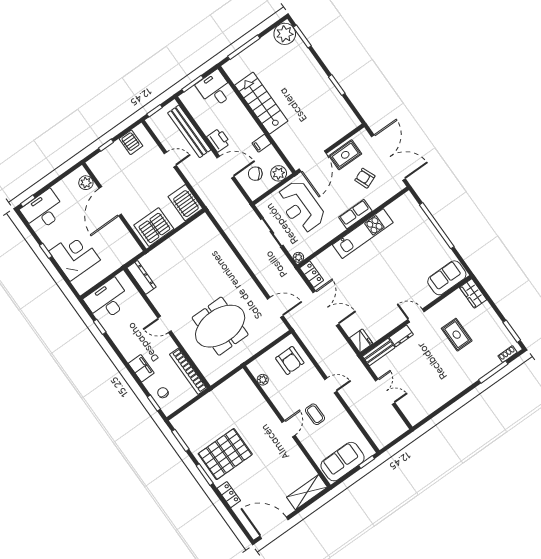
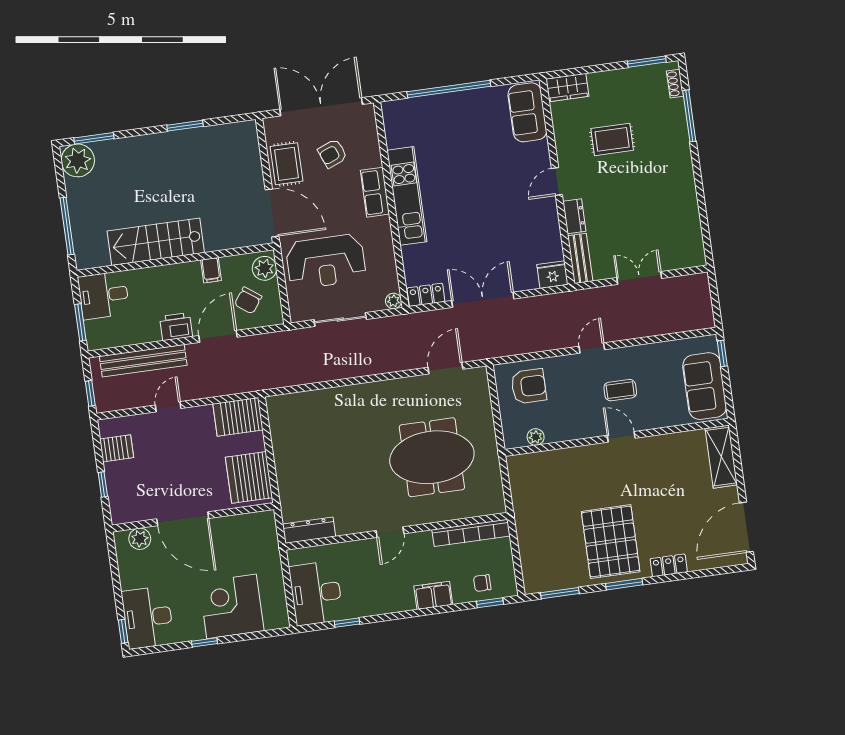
meeting table: (220, 326) -> (432, 457), turned 90

